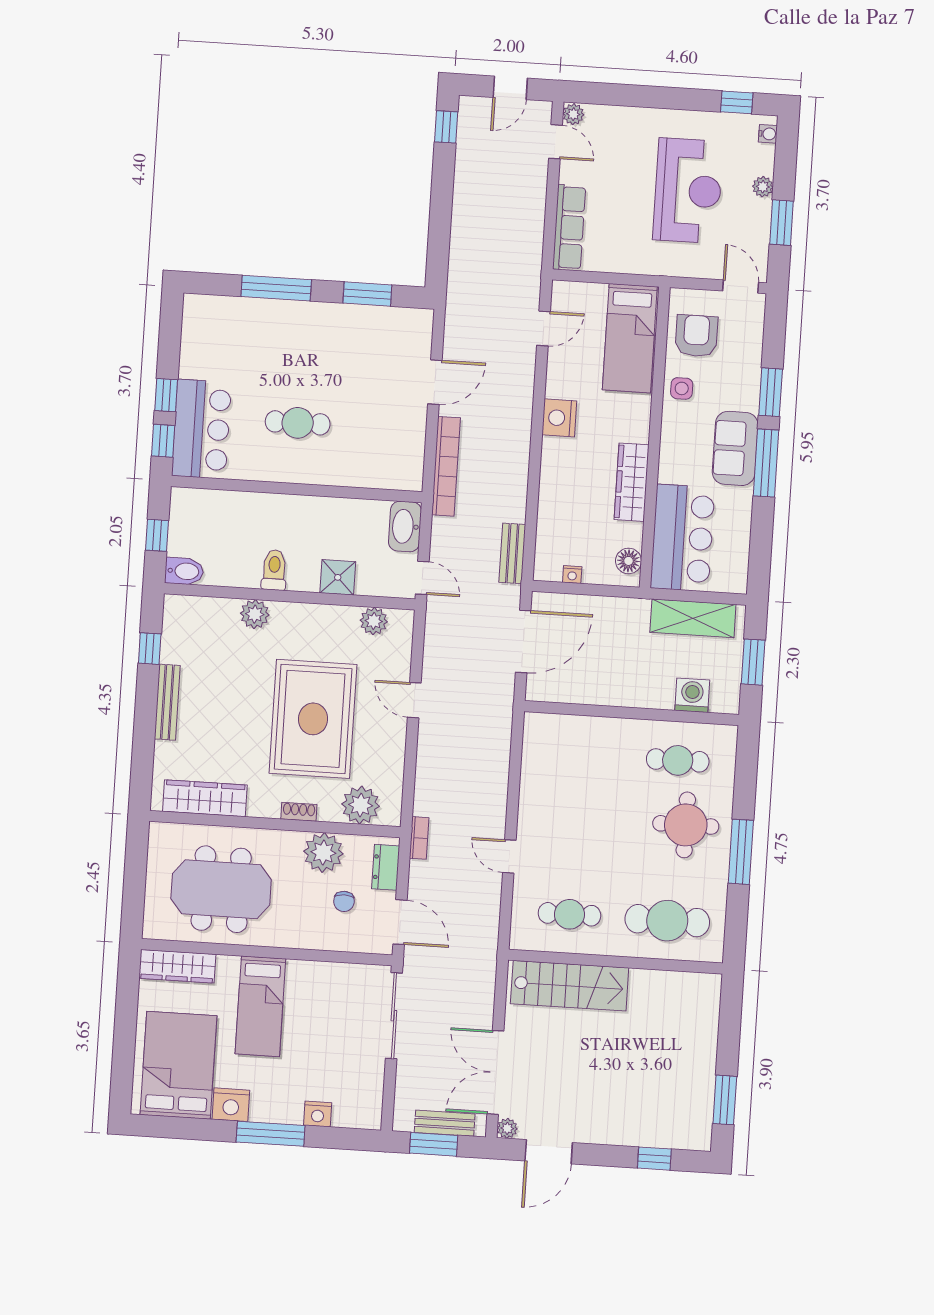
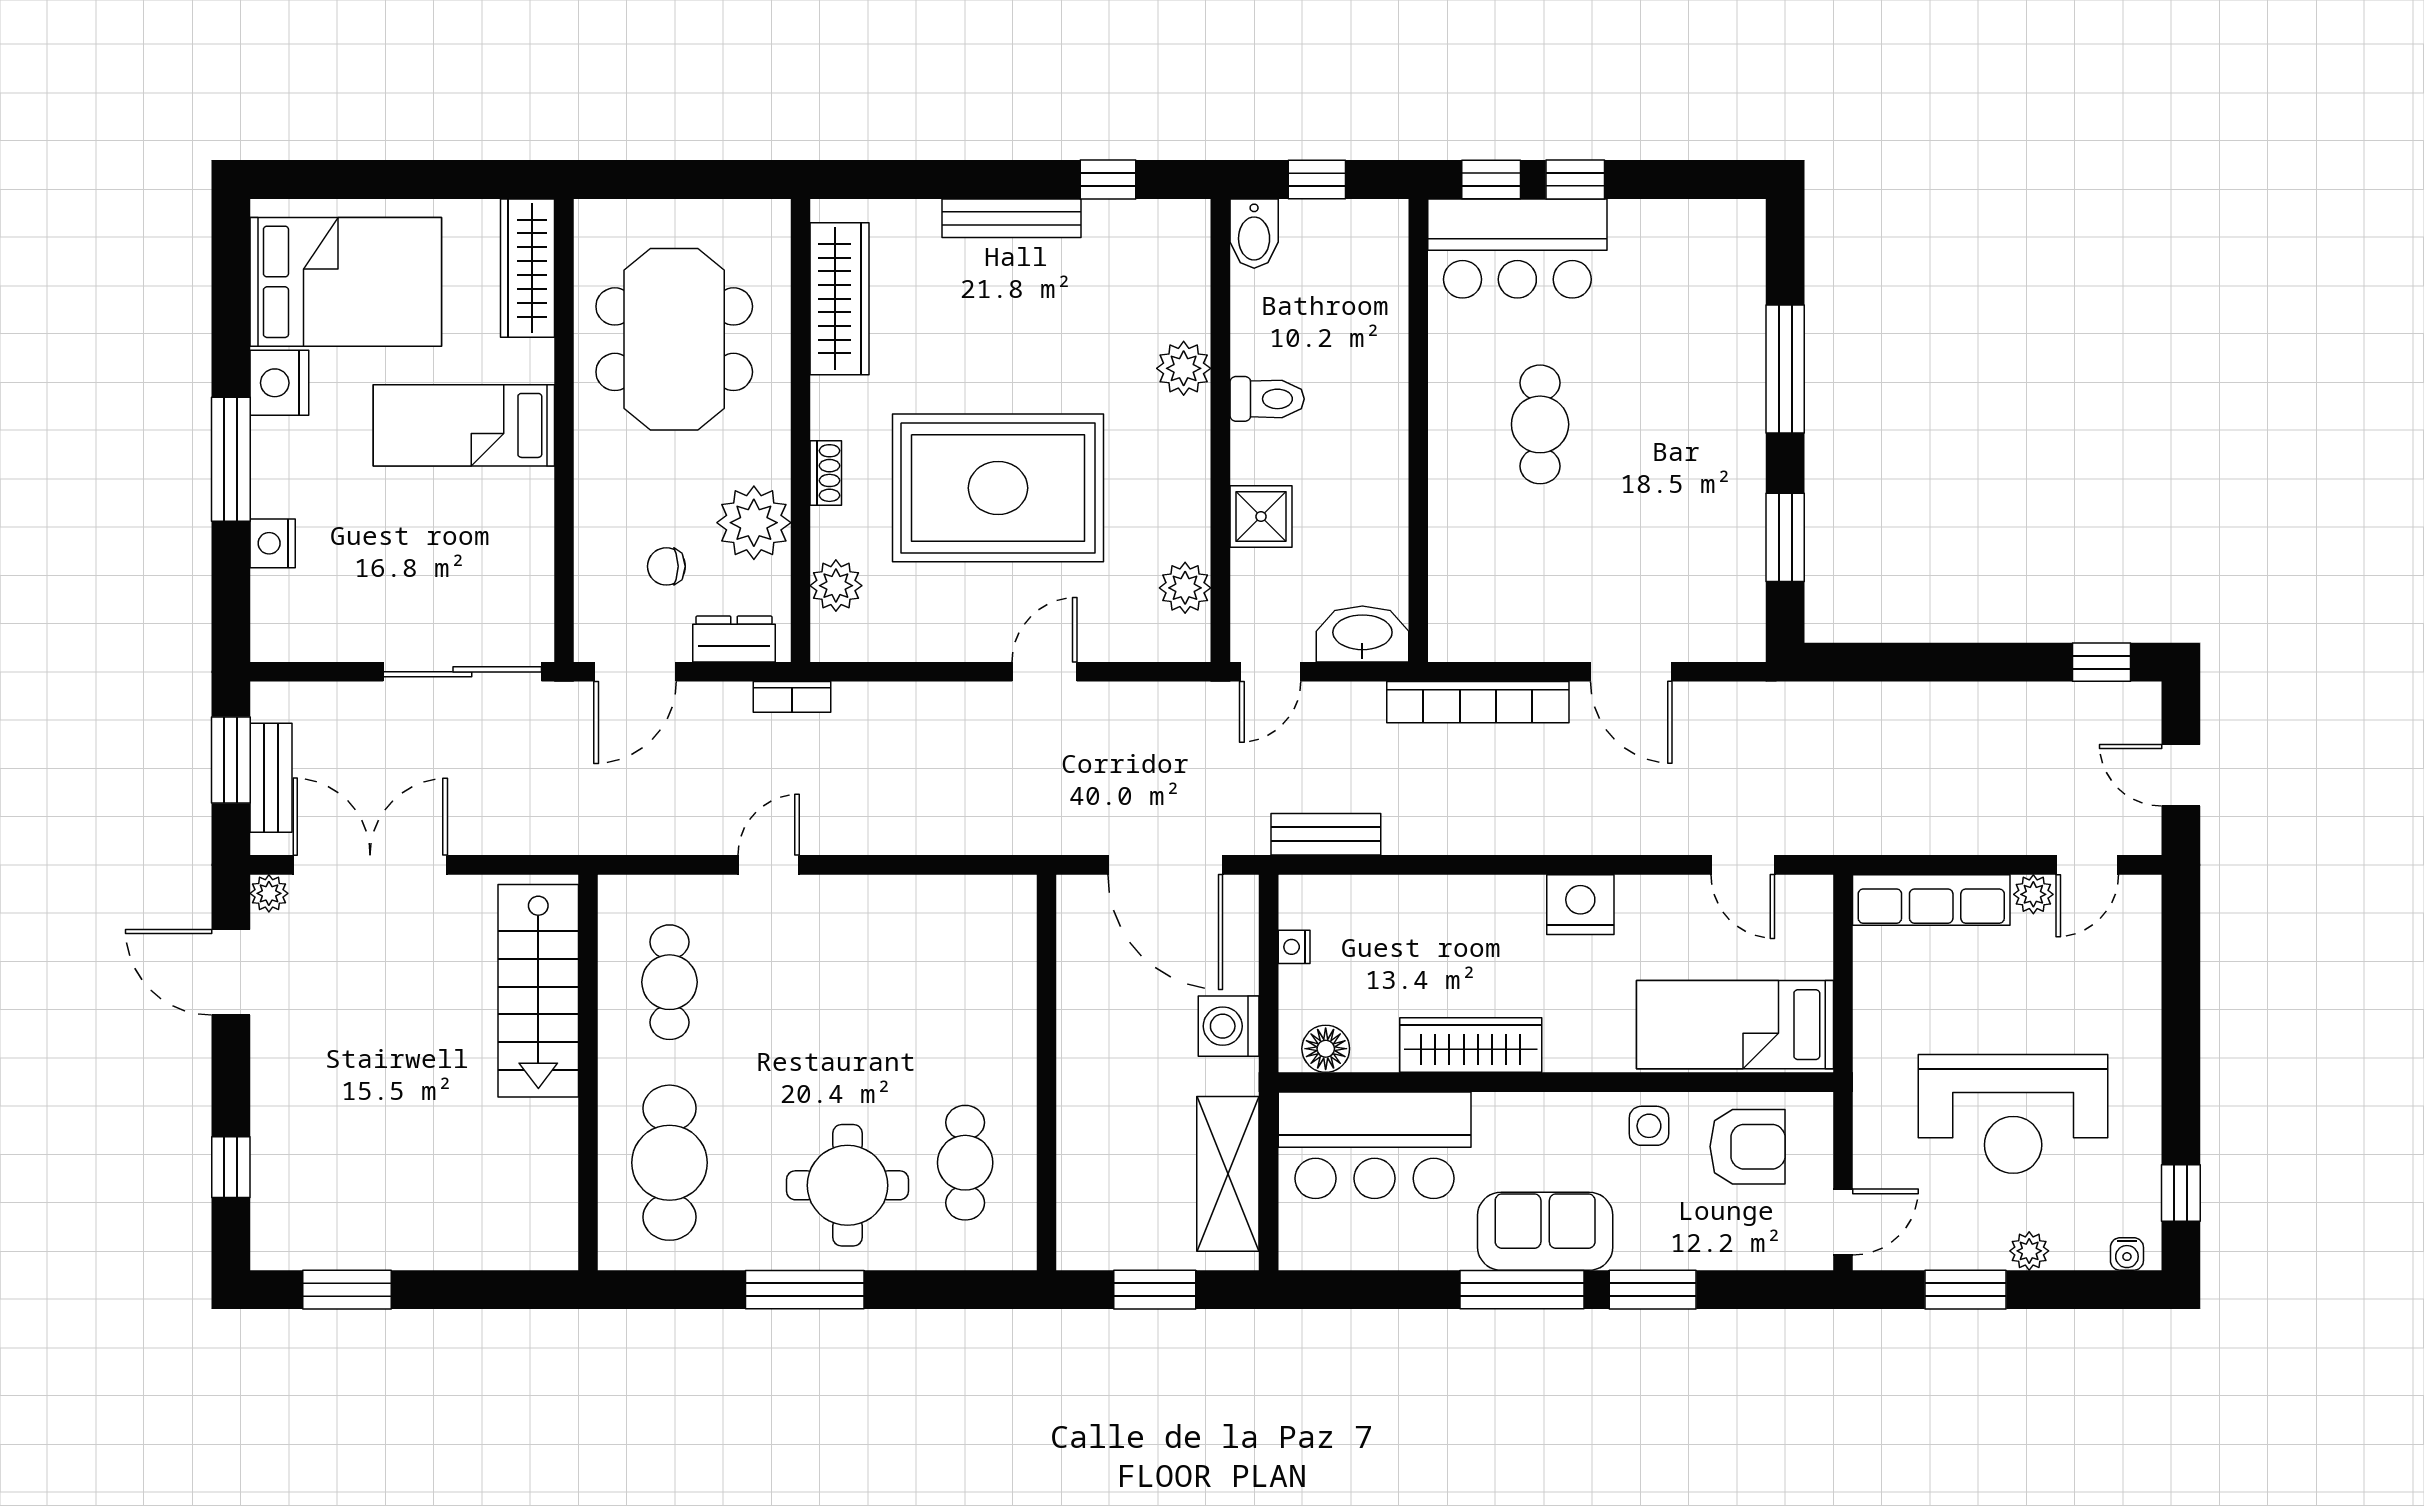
plant: (573, 114) -> (2033, 894), moved
washing machine: (692, 695) -> (1229, 1026), moved, turned 180
plant: (361, 805) -> (836, 586), width x0.73, depth x0.73

